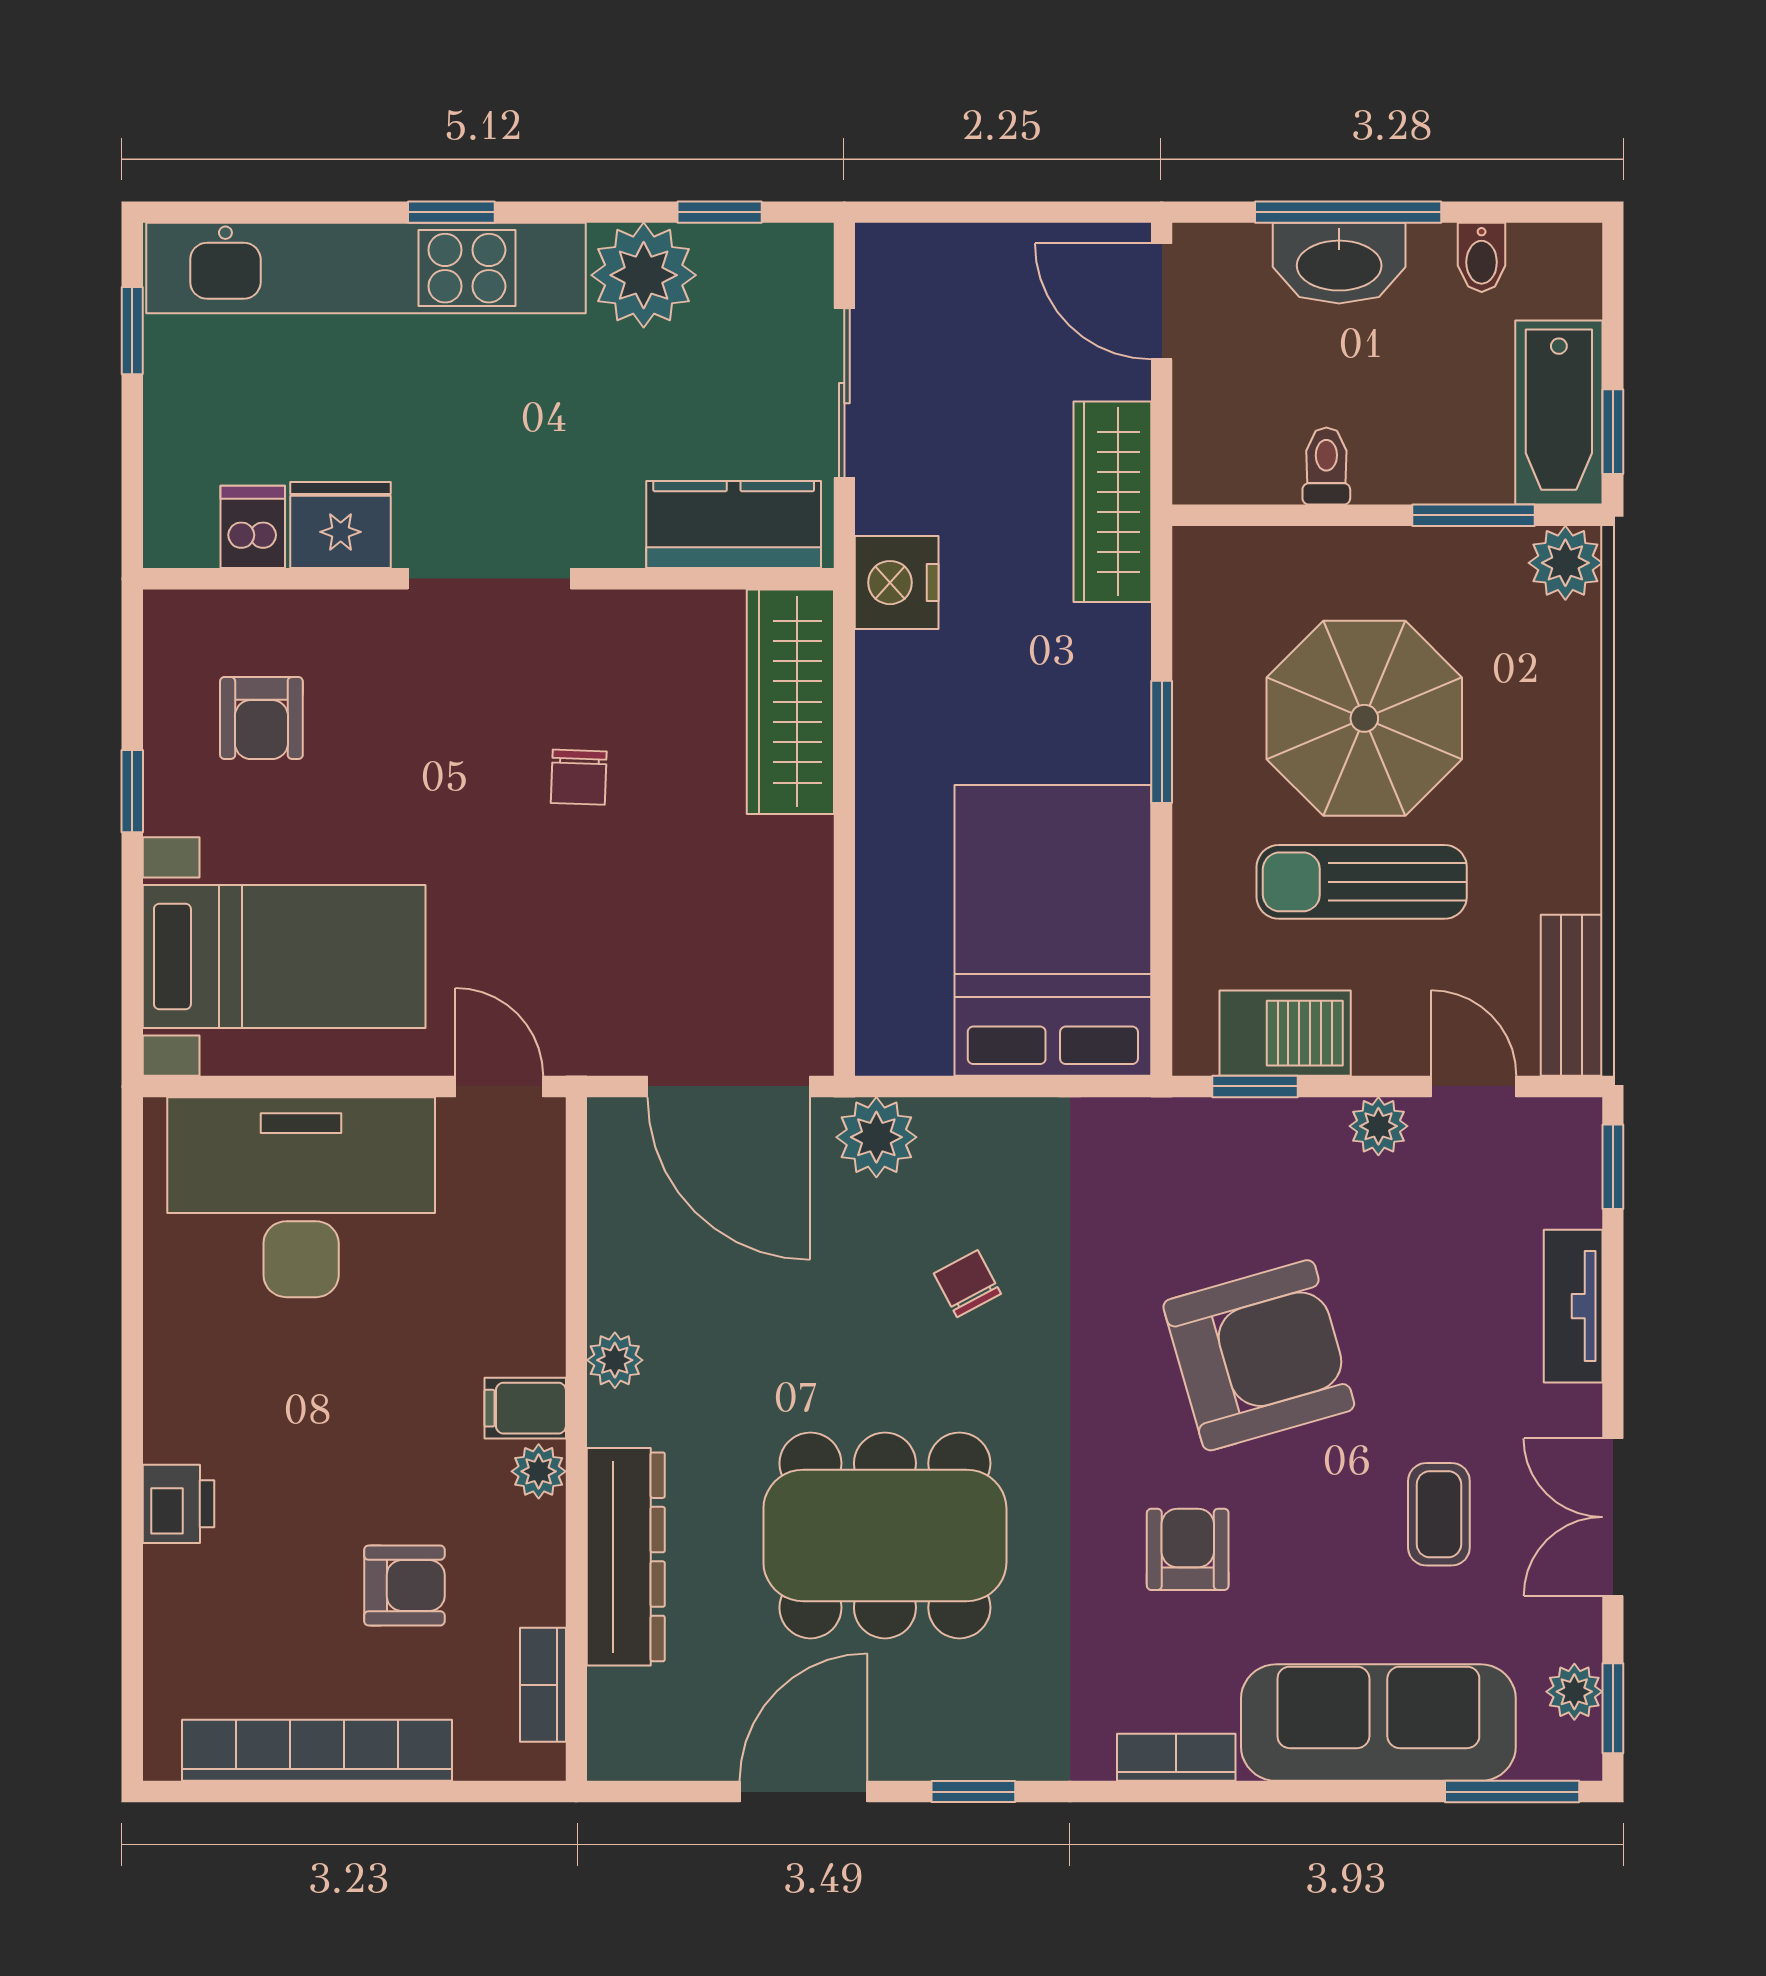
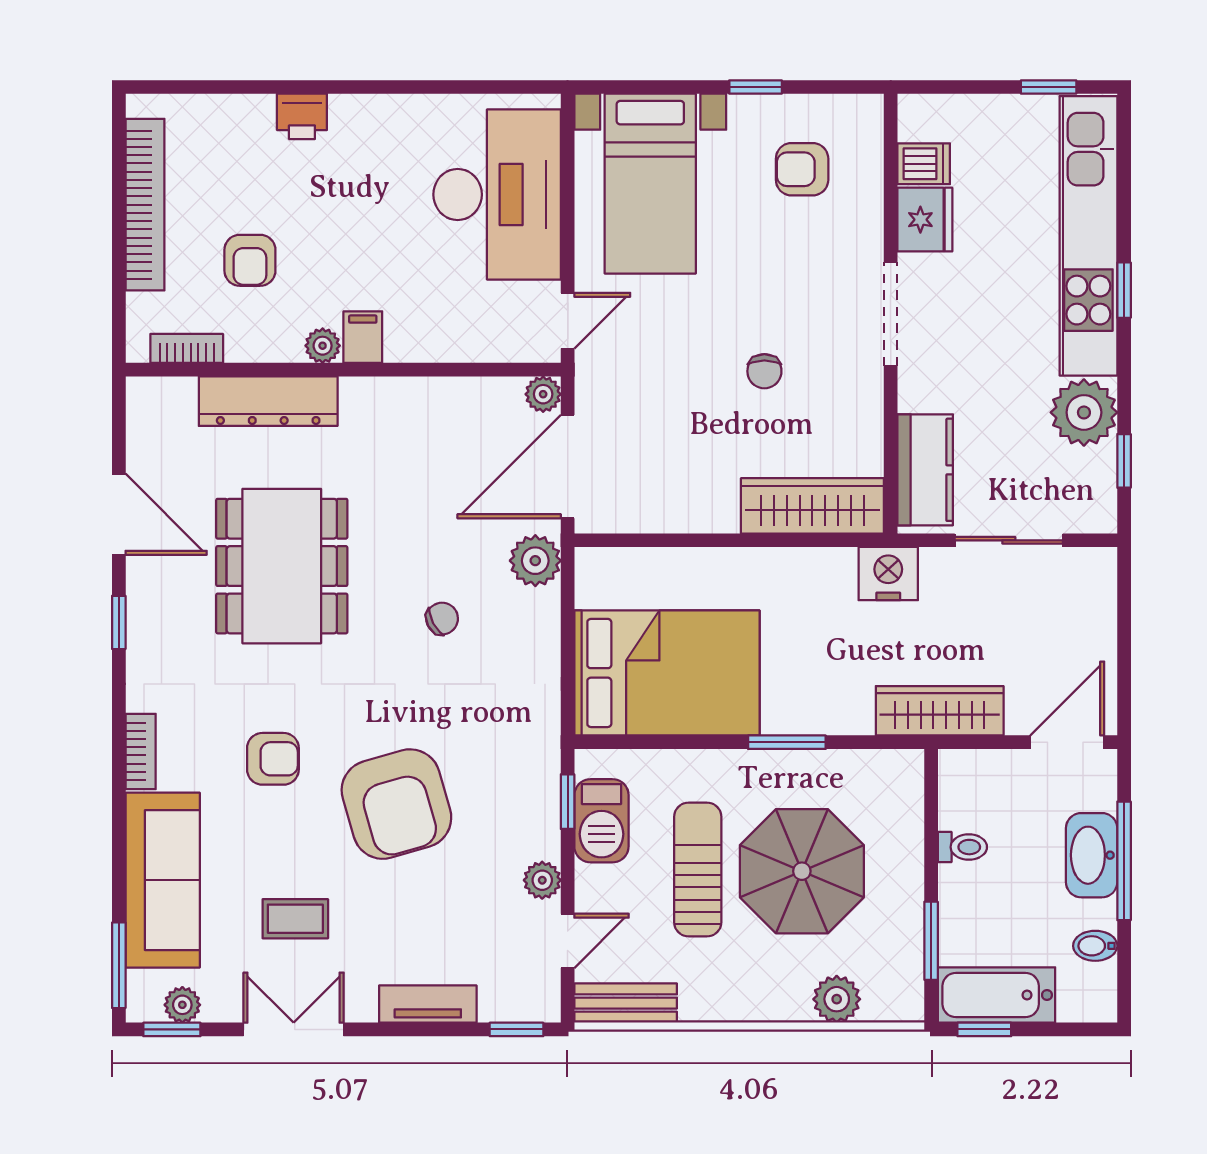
plant: (1565, 563) -> (837, 999), moved
chair: (579, 777) -> (764, 371), turned -92
plant: (615, 1360) -> (543, 394), moved

